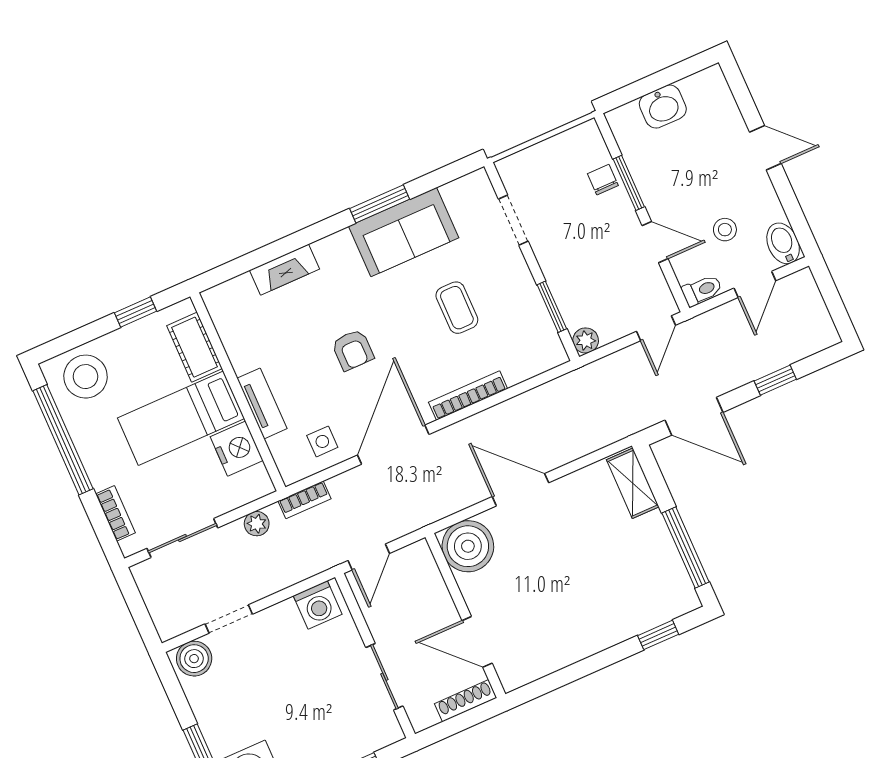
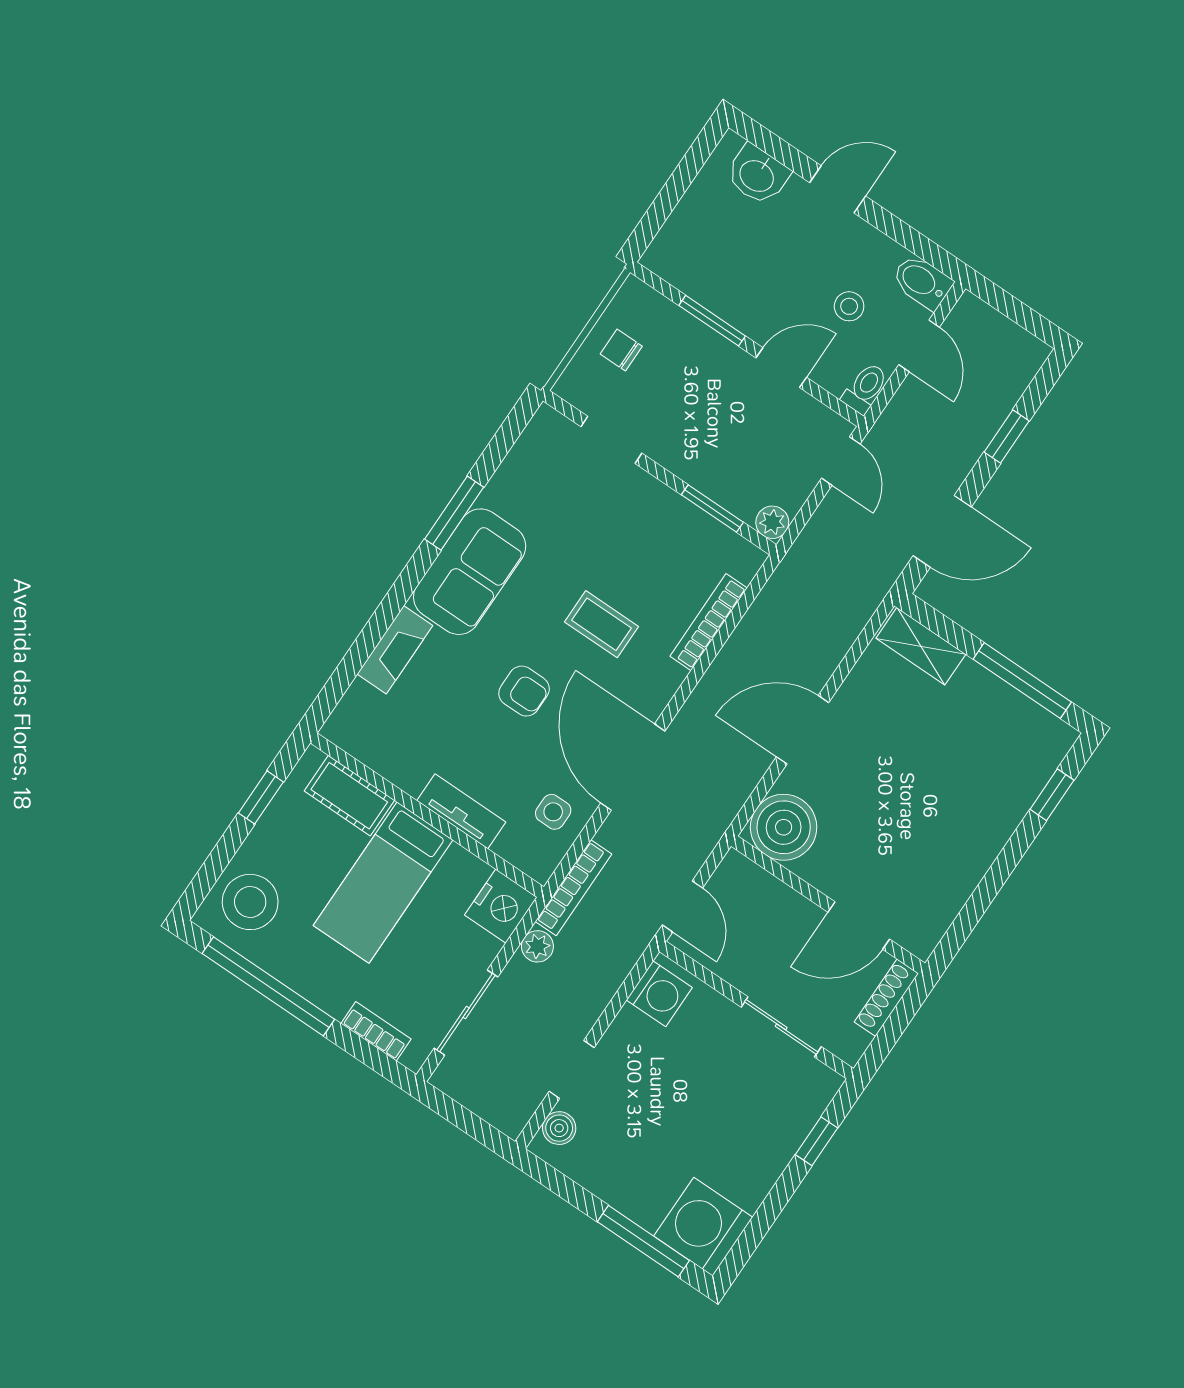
washbasin: (663, 107) -> (757, 175), moved, turned 90
chair: (603, 180) -> (621, 350), moved
sofa: (404, 232) -> (470, 572), moved
coffee table: (457, 308) -> (601, 624), moved
bookcase: (468, 396) -> (709, 622), moved
nightstand: (237, 449) -> (501, 906), moved, turned 90
bookcase: (304, 500) -> (573, 888), width x1.56
boiler: (194, 659) -> (559, 1128), width x0.73, depth x0.73

